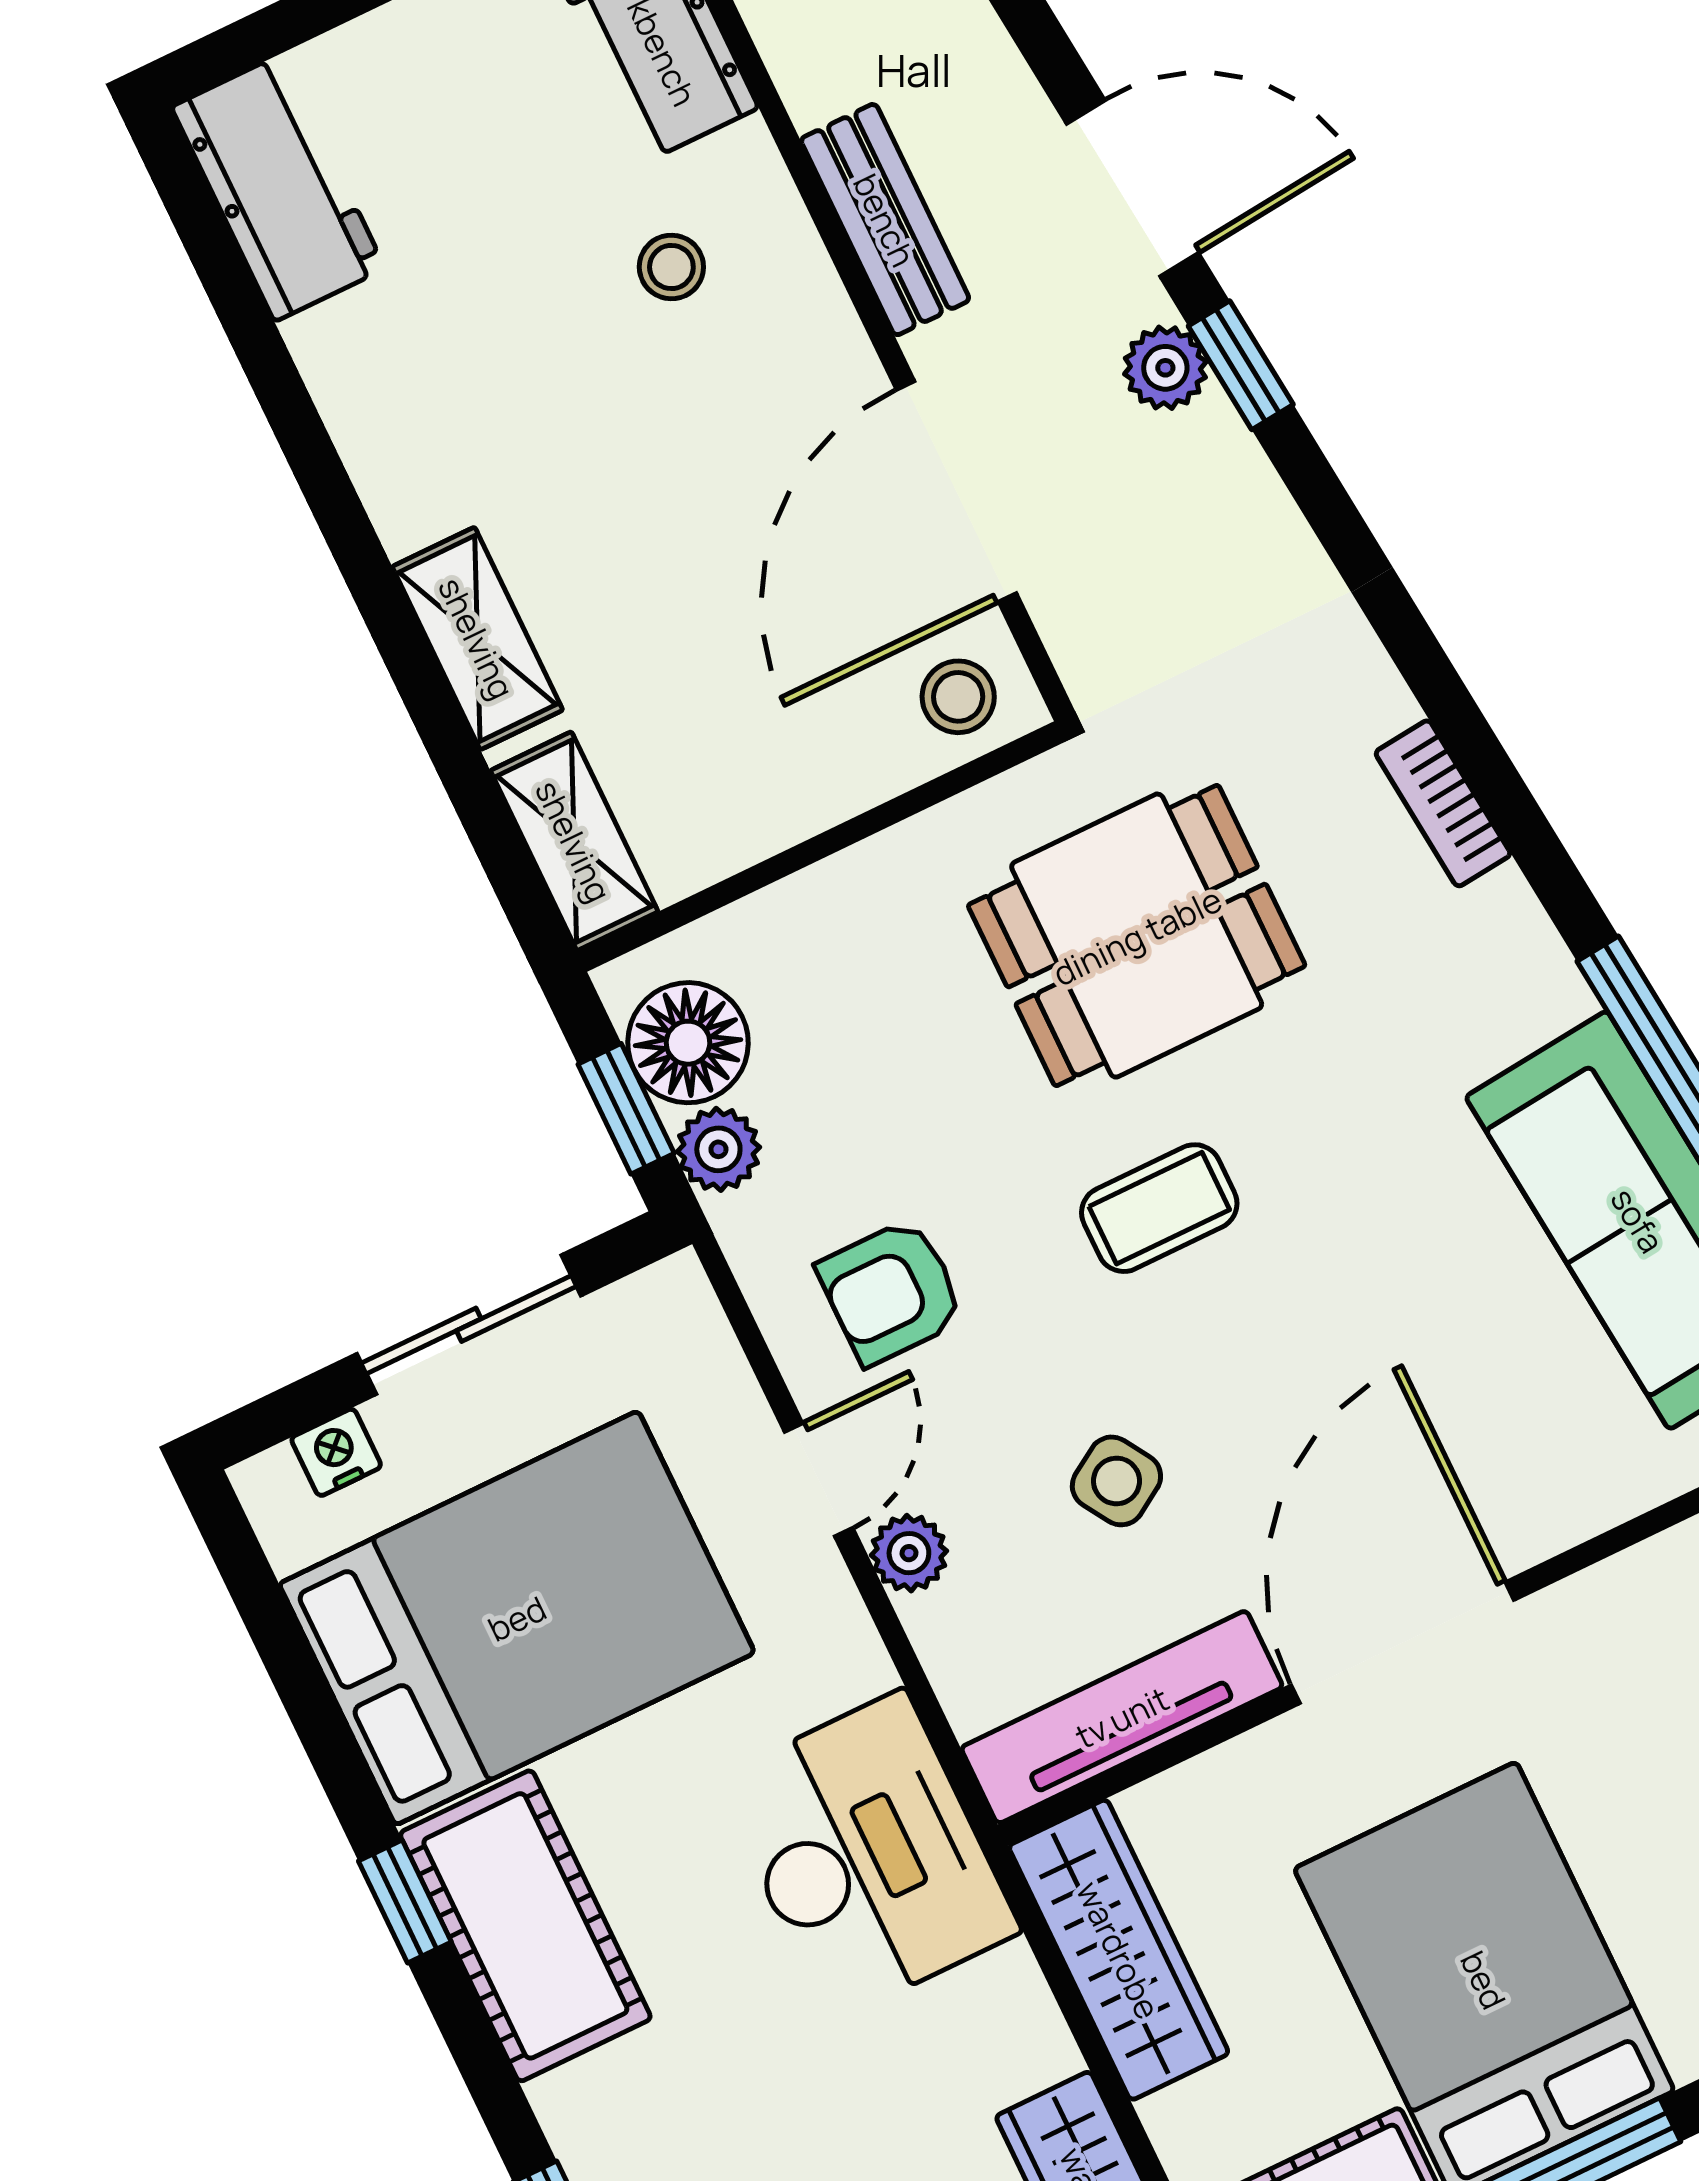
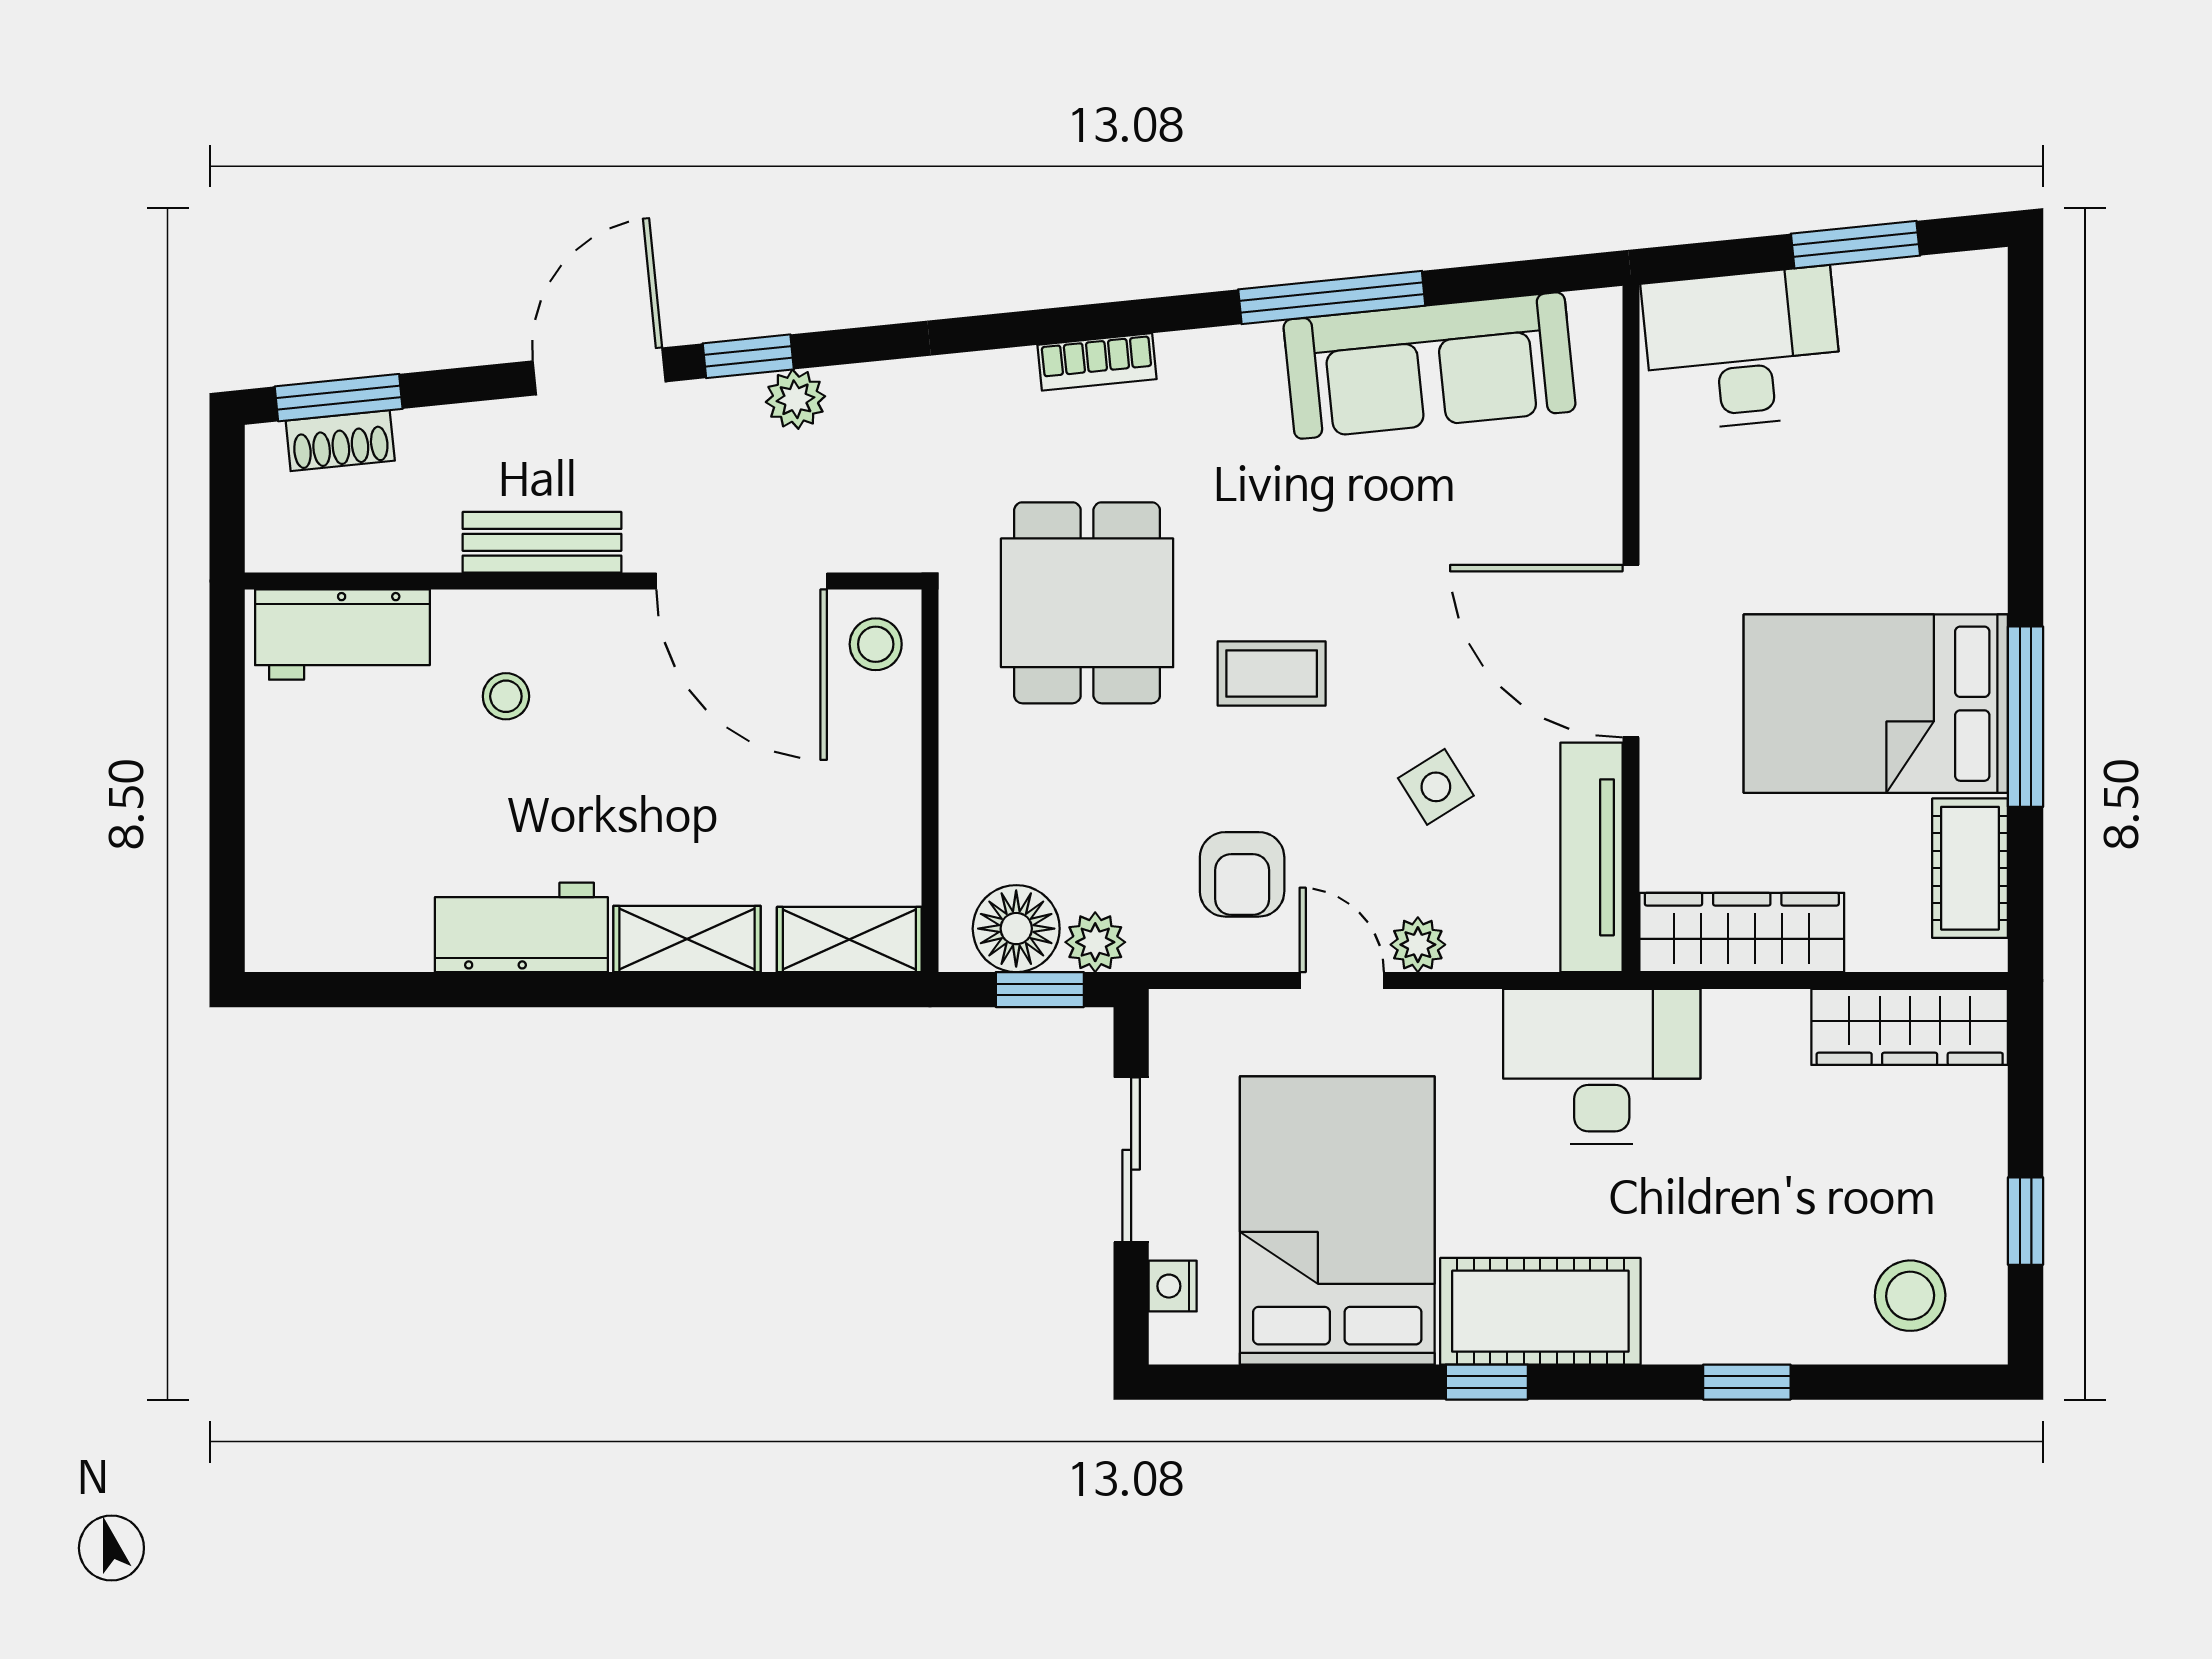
workbench: (278, 188) -> (521, 927), moved
plant: (1165, 368) -> (795, 399), moved
coffee table: (1159, 1208) -> (1272, 674), turned 90

